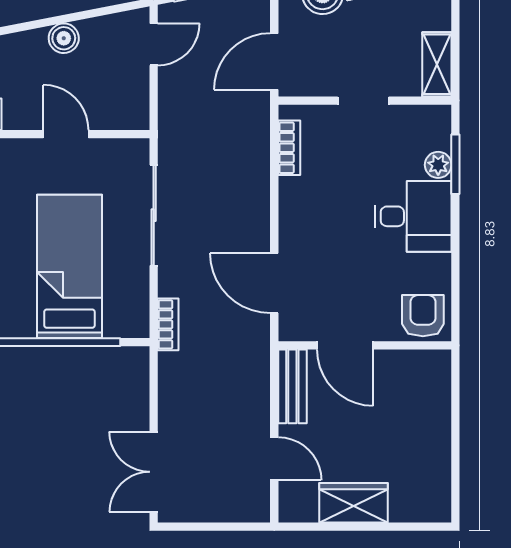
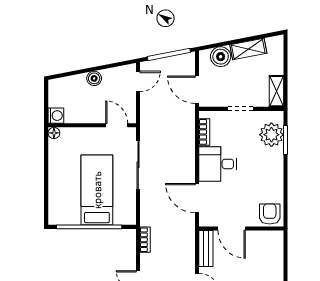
door: (274, 61) -> (197, 90), hinge flipped
door: (66, 134) -> (117, 125), moved
plant: (438, 165) -> (271, 135), width x1.87, depth x1.87
desk: (413, 216) -> (218, 164), moved, turned 180
bookcase: (168, 324) -> (145, 240), moved

